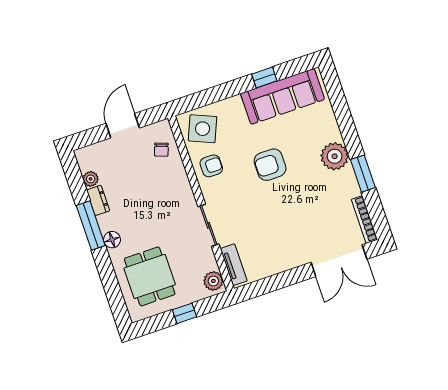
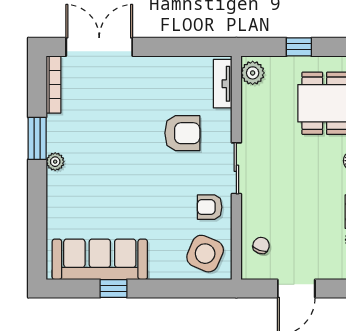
plant: (335, 156) -> (55, 162), width x0.53, depth x0.53
armchair: (270, 165) -> (182, 133), moved
sliding door: (208, 225) -> (236, 168), moved

